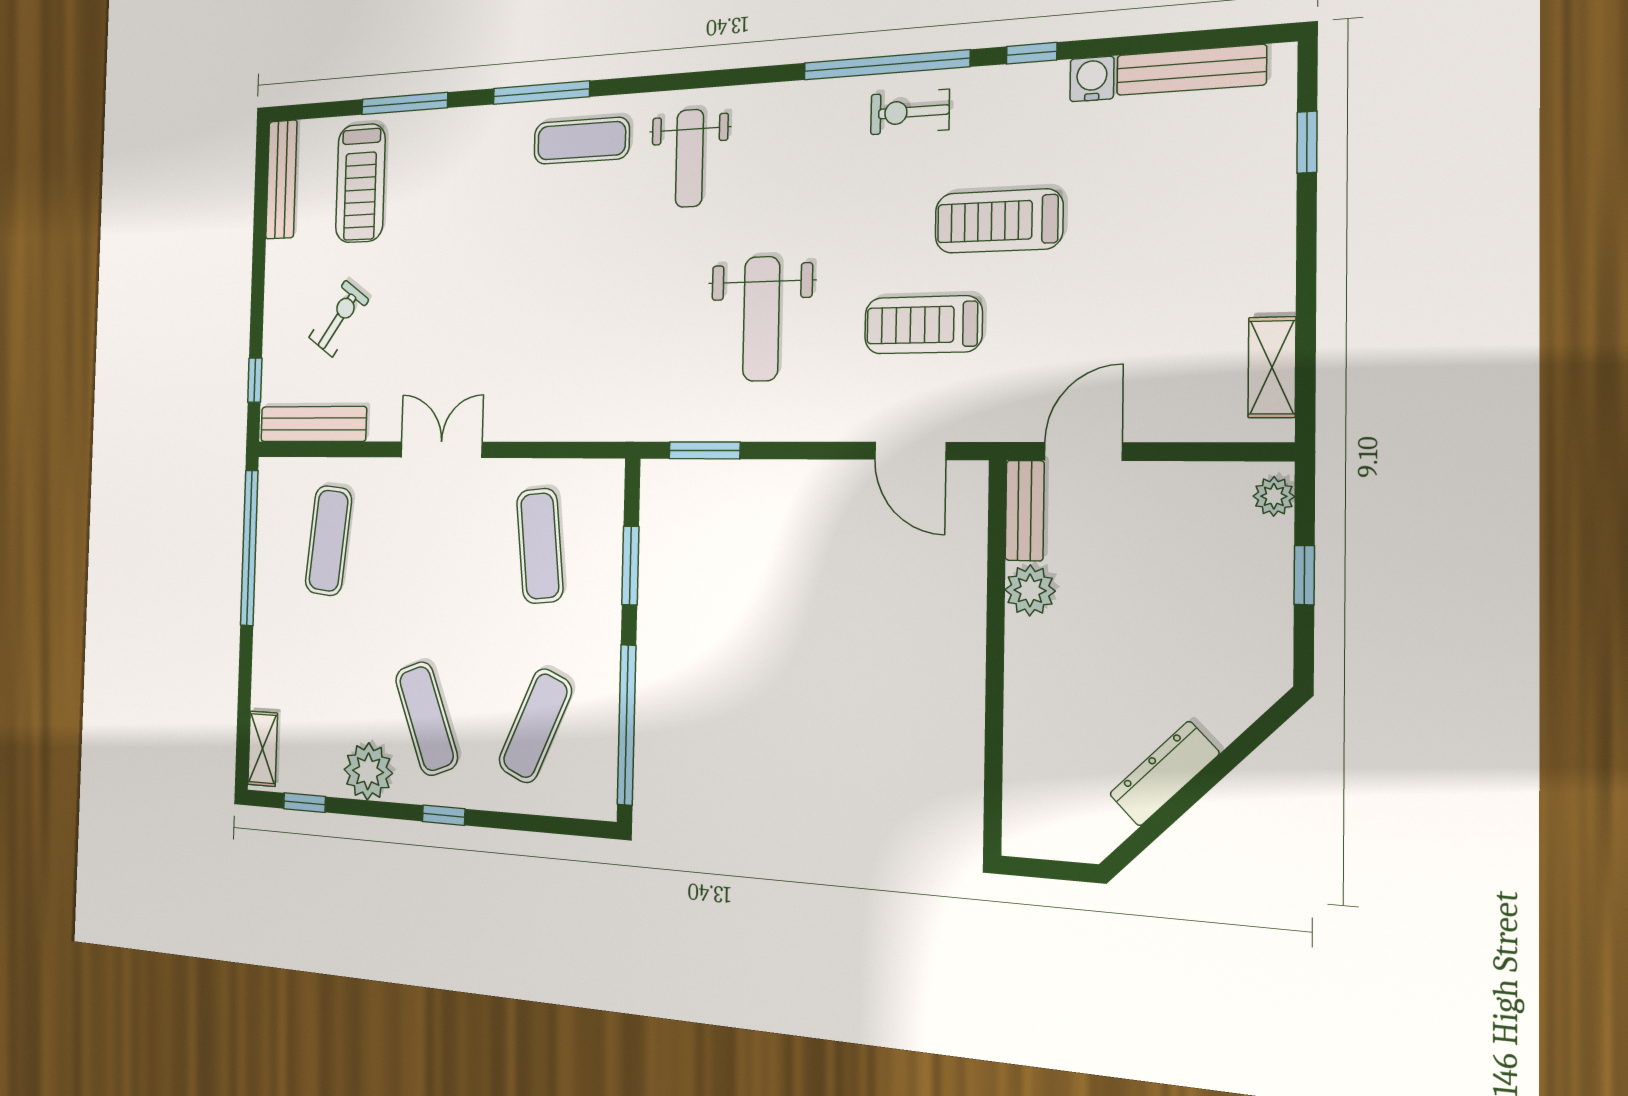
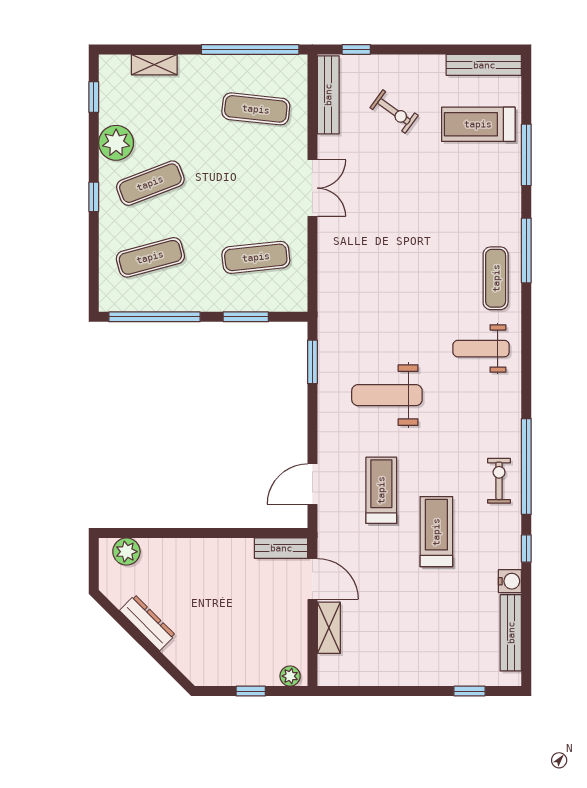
shelving: (1272, 367) -> (329, 628), moved, turned 90
plant: (1030, 590) -> (126, 552), moved
exercise mat: (535, 726) -> (150, 257), turned -39
shelving: (263, 749) -> (154, 65), moved

